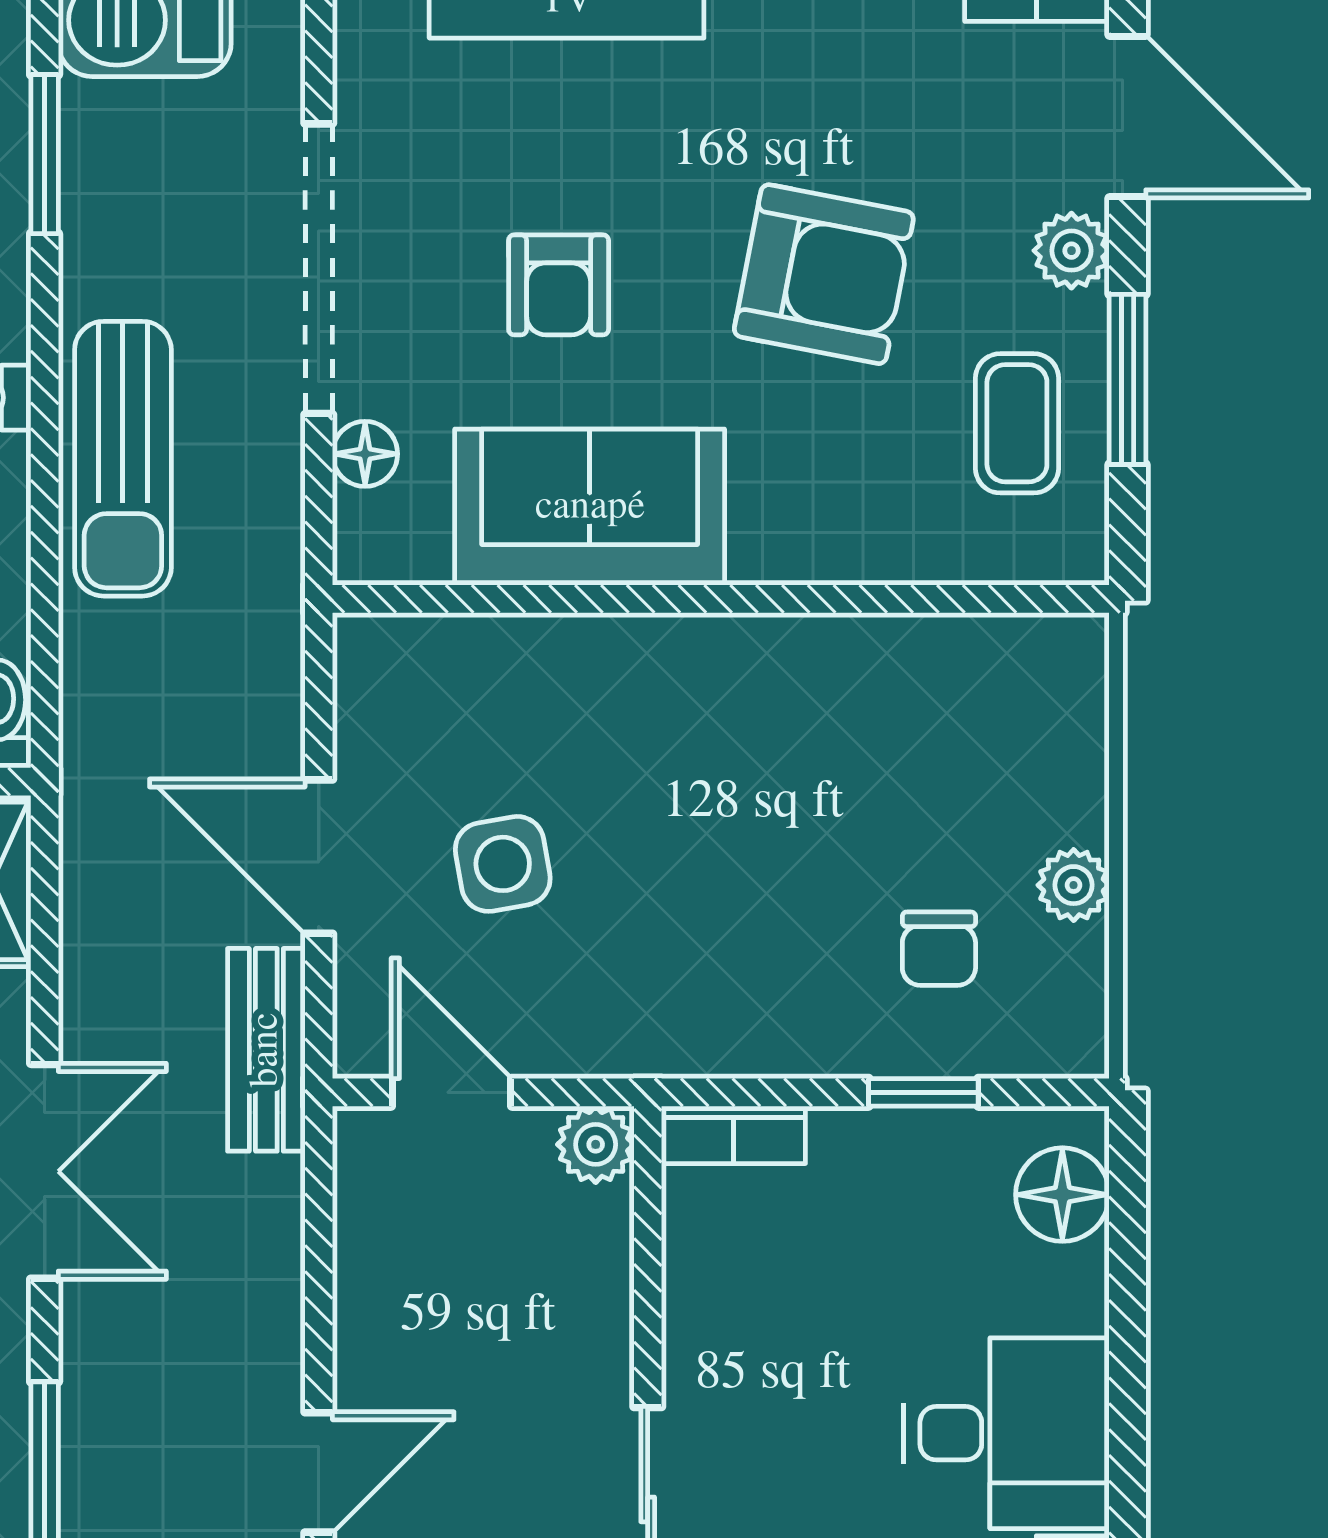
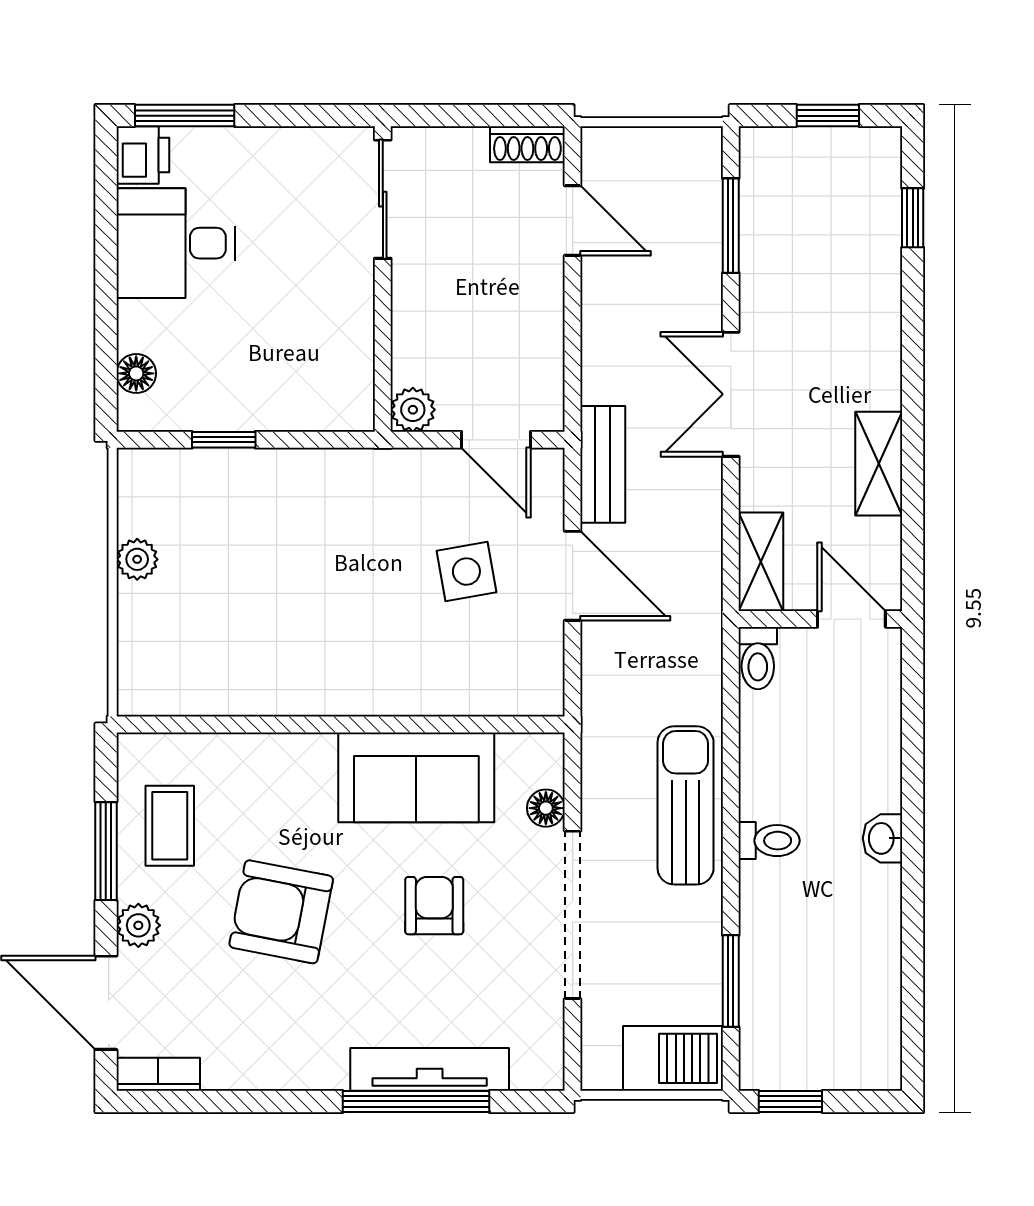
chair: (939, 949) -> (215, 523), removed
bookcase: (733, 1135) -> (333, 415), removed
floor lamp: (1062, 1195) -> (136, 373), width x0.73, depth x0.73
door: (319, 1472) -> (573, 221), swing flipped

